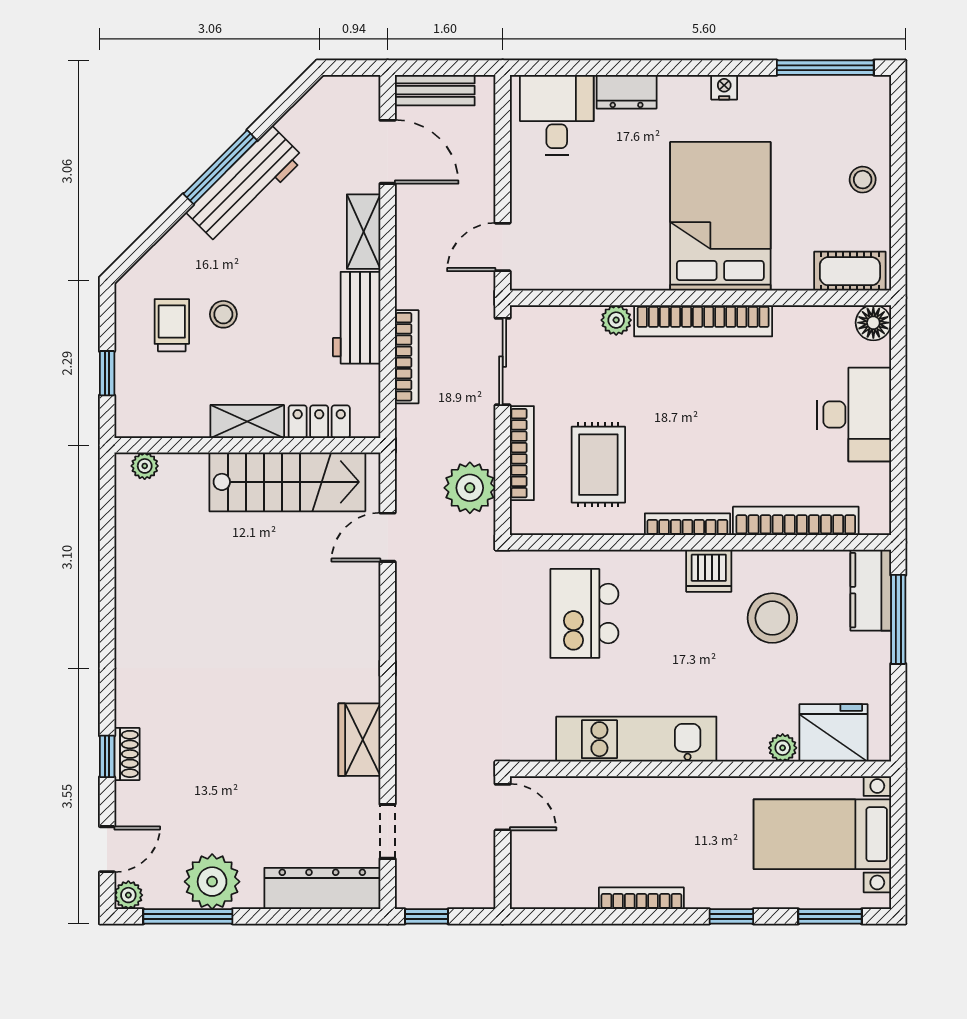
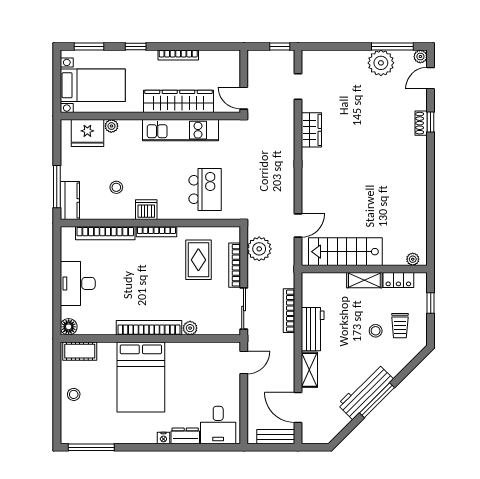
nightstand: (724, 87) -> (163, 438), moved
locker: (319, 422) -> (398, 280), moved
stool: (772, 618) -> (116, 187), width x0.53, depth x0.53
wardrobe: (641, 800) -> (179, 101), added
dresser: (322, 888) -> (329, 60), removed

